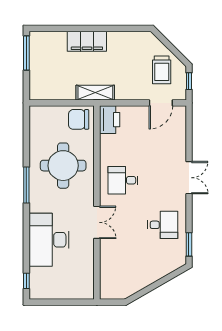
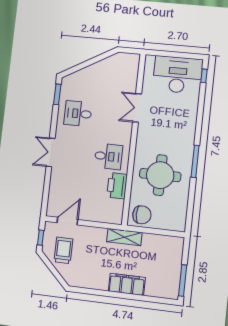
printer: (110, 120) -> (117, 186), moved
double door: (97, 222) -> (137, 108), moved
desk: (49, 240) -> (178, 75), moved, turned -90

